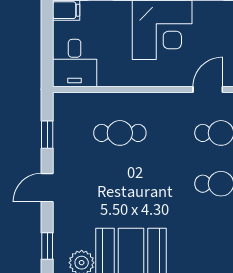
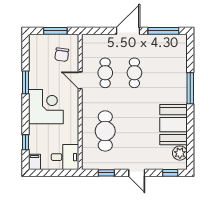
cafe table: (120, 133) -> (105, 131), width x1.37, depth x1.35

